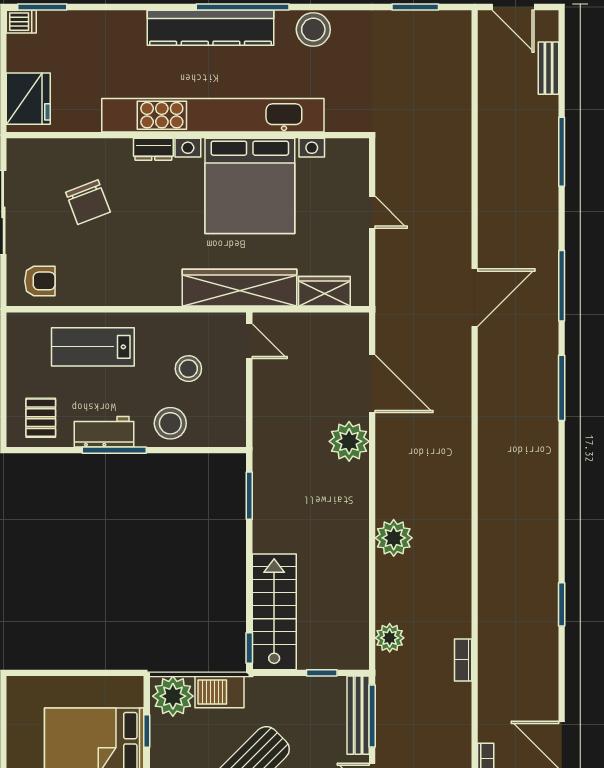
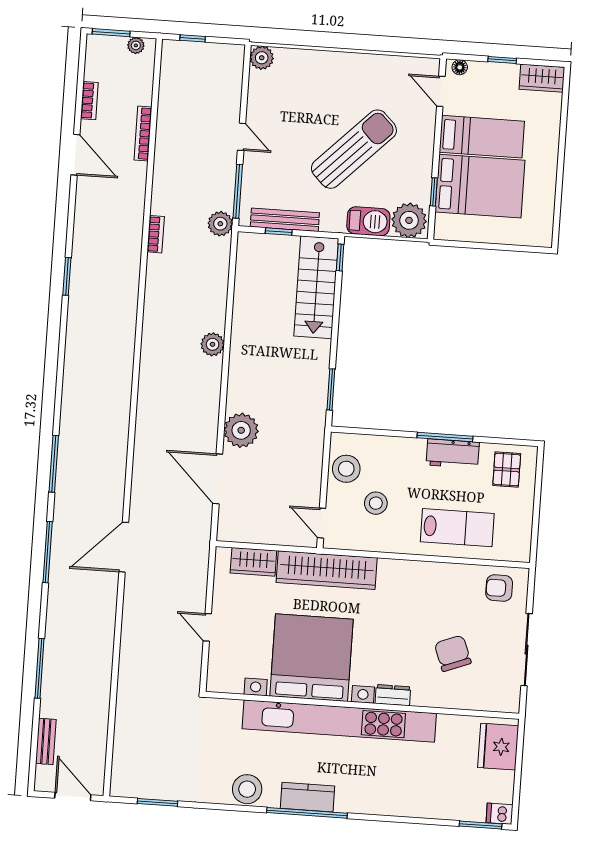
kitchen counter: (211, 28) -> (307, 797), width x0.48, depth x0.86
stool: (170, 423) -> (346, 469), moved
plant: (394, 538) -> (213, 344), width x0.73, depth x0.73
plant: (390, 638) -> (220, 224), moved
bench: (358, 715) -> (285, 220), moved, turned 90

